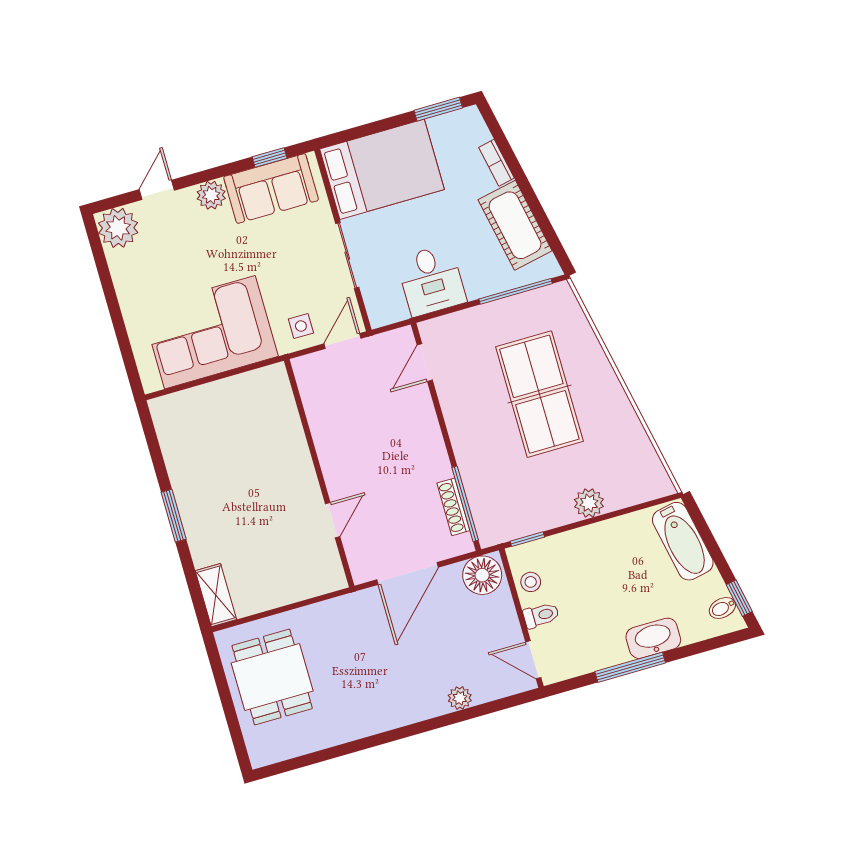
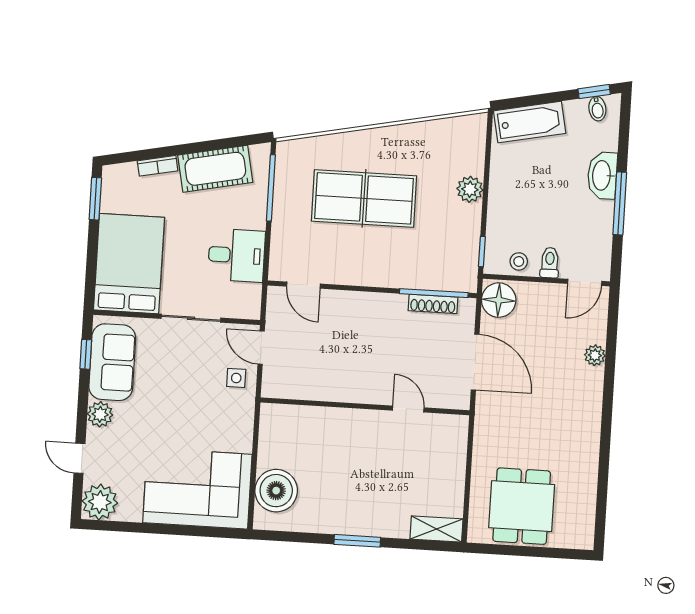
corner sofa: (210, 332) -> (197, 488), moved, turned 90
boiler: (196, 411) -> (276, 491), added
dining table: (272, 677) -> (522, 506), turned 90

